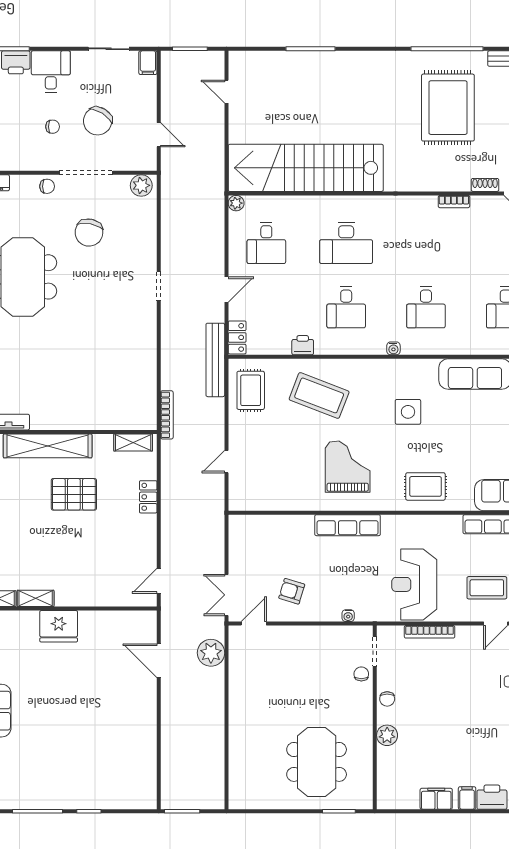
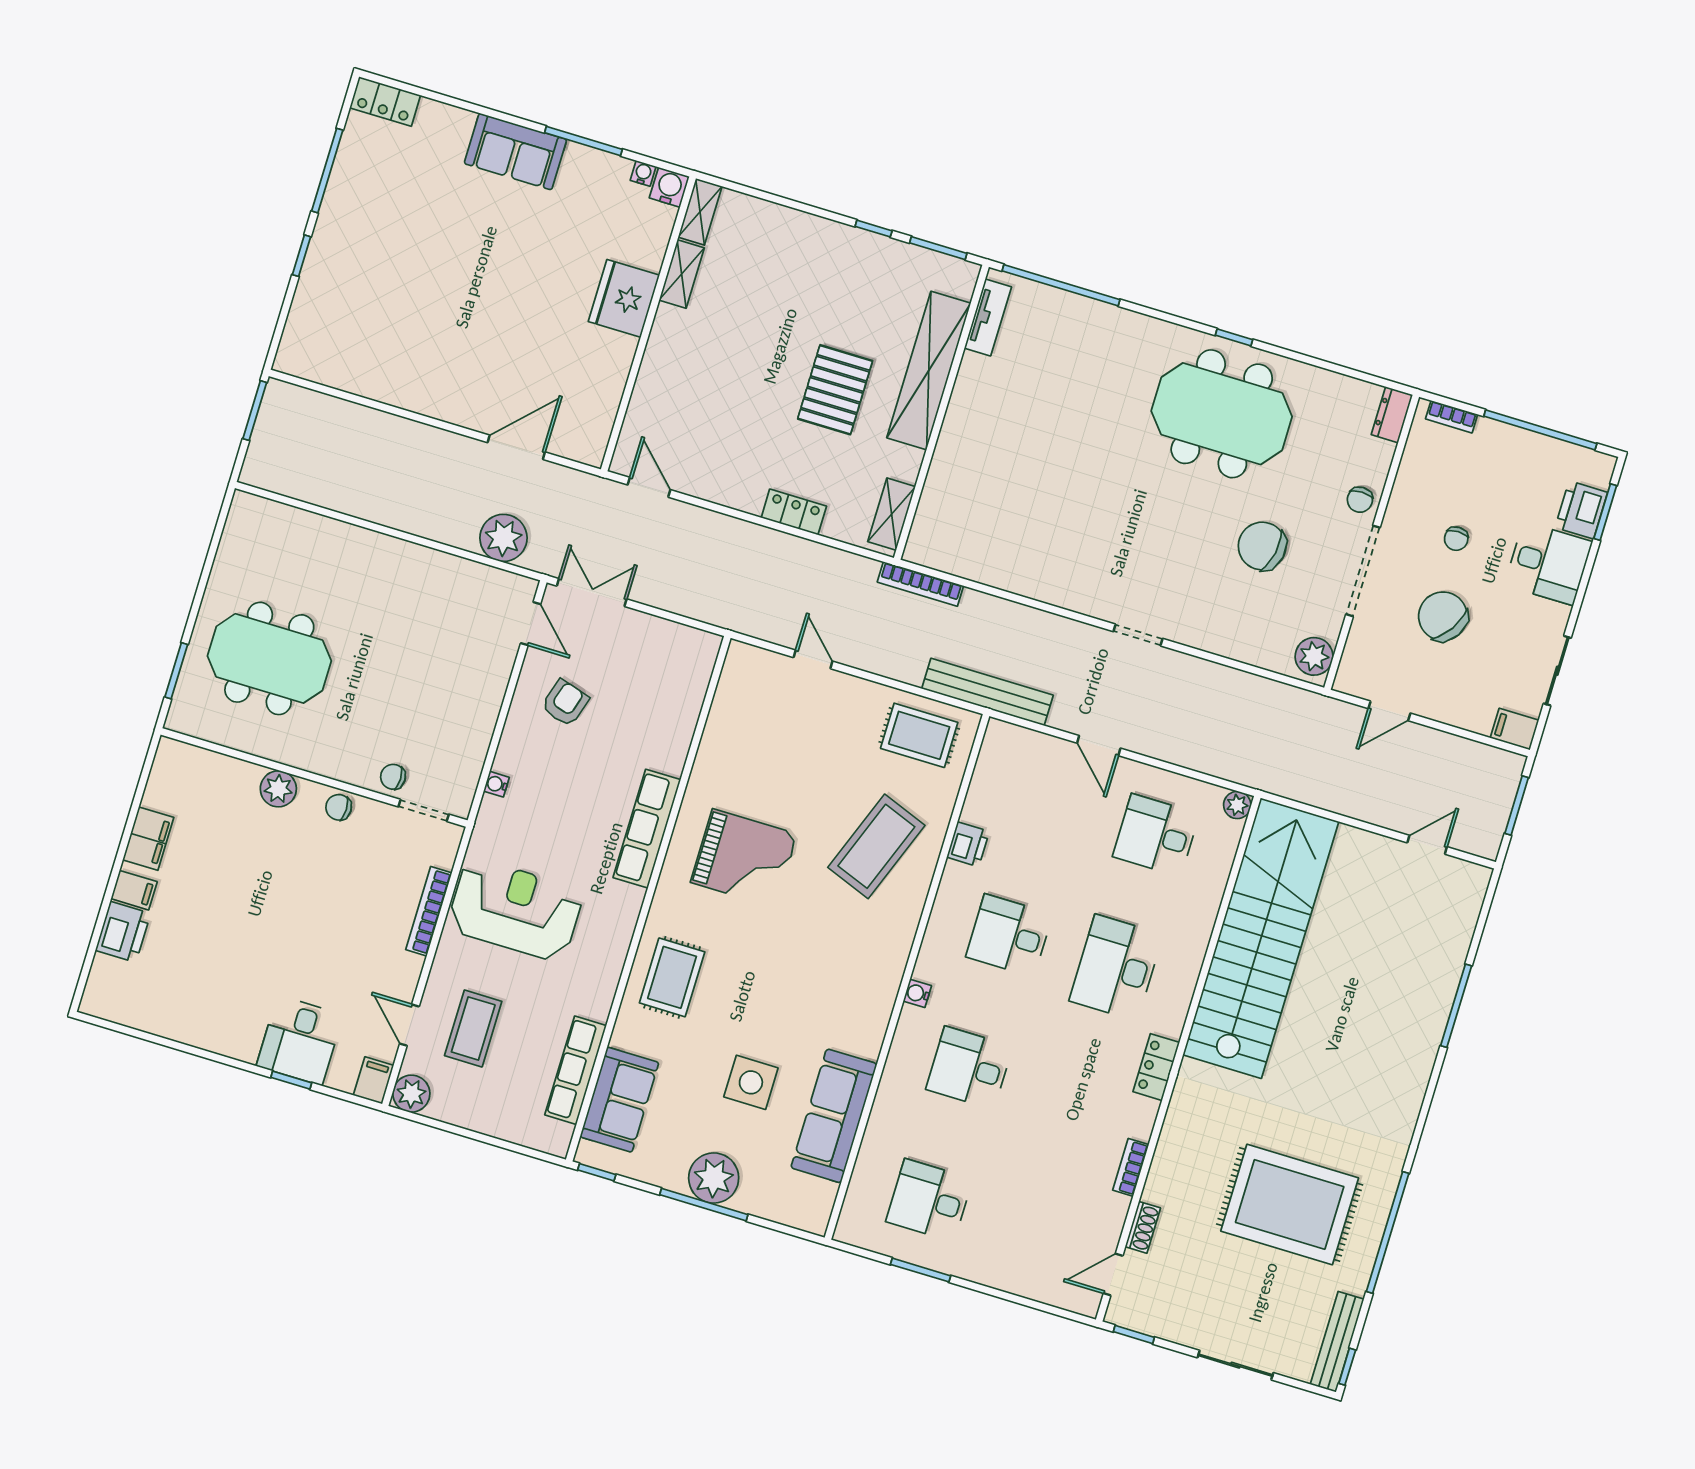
locker: (237, 337) -> (1156, 1067), moved, turned 90
side table: (408, 412) -> (751, 1082), moved
chair: (361, 674) -> (393, 777), turned 180

